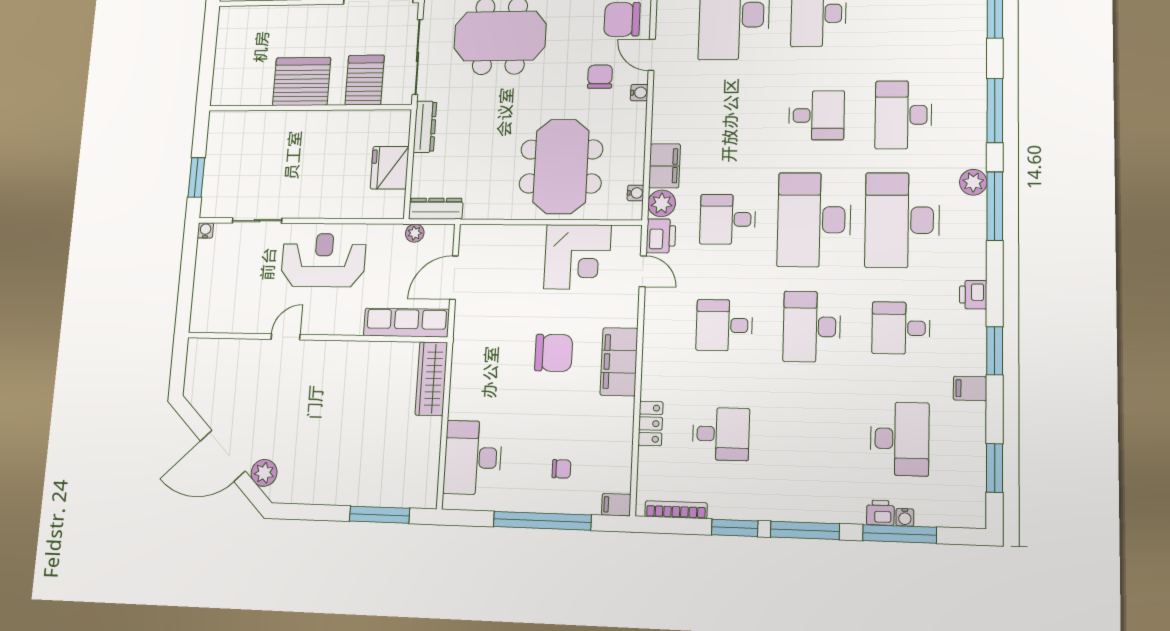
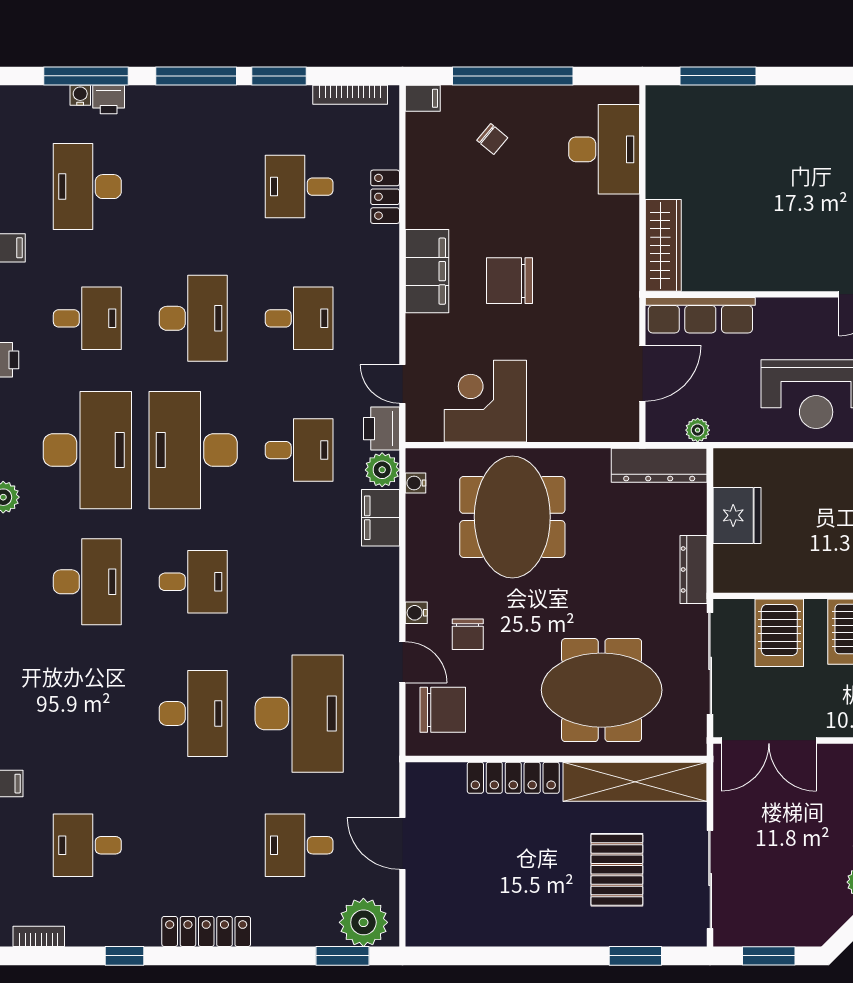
desk: (816, 115) -> (193, 582), turned 180
dresser: (436, 209) -> (659, 465), width x1.37, depth x1.24
desk: (814, 220) -> (193, 450), turned 180
chair: (561, 469) -> (492, 139), turned -140

